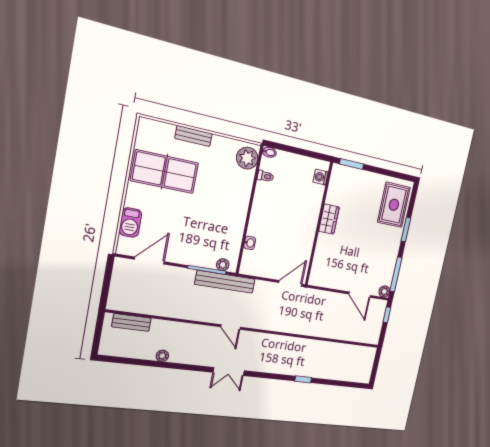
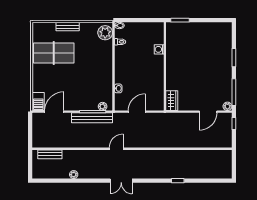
washing machine: (321, 177) -> (159, 49), moved
rug: (394, 205) -> (220, 42), removed
wardrobe: (329, 219) -> (172, 101), moved
barbecue: (130, 222) -> (38, 102), moved
bench: (225, 282) -> (92, 118), moved
door: (290, 283) -> (137, 112), moved
door: (360, 295) -> (208, 112), hinge flipped
door: (230, 327) -> (116, 149), swing flipped

